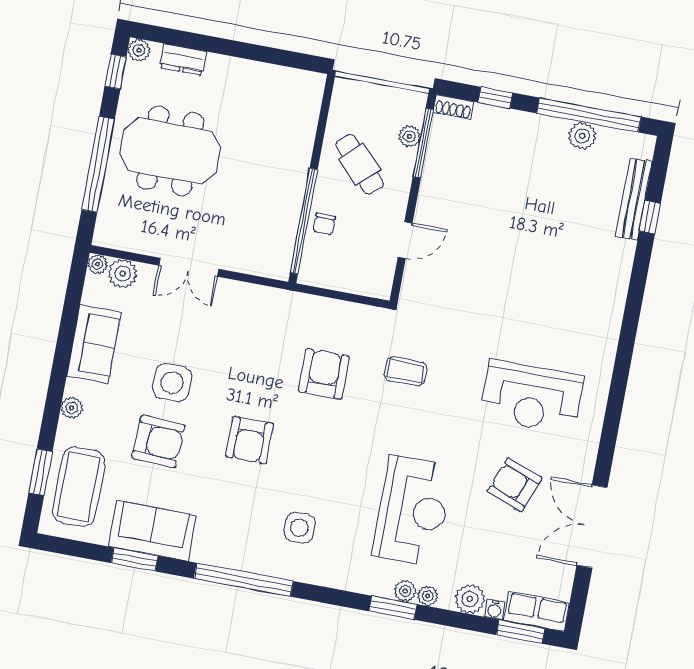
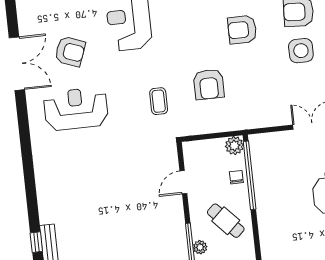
plant: (313, 272) -> (234, 146), added
coffee table: (406, 371) -> (159, 101), turned 90
armchair: (250, 440) -> (242, 30), turned -90
double door: (592, 526) -> (17, 64), moved

